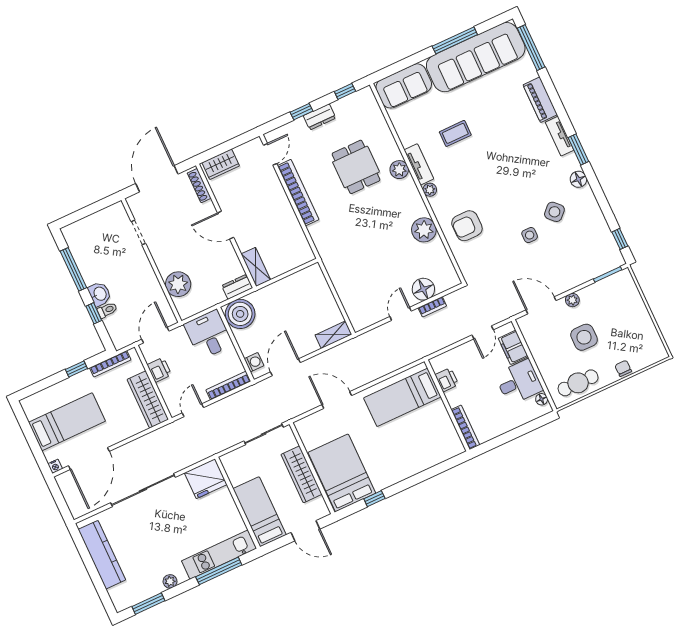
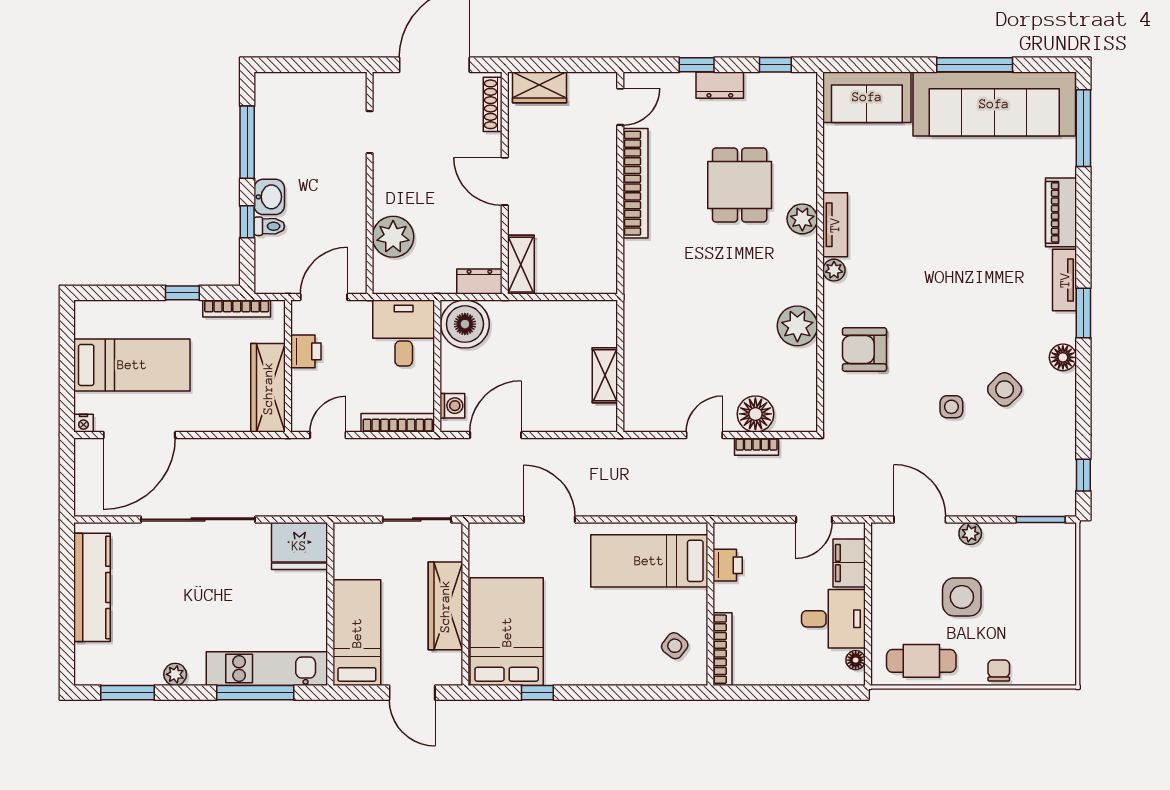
coffee table: (455, 133) -> (911, 204), removed
shelving: (333, 335) -> (605, 375), moved, turned 90
side table: (438, 438) -> (675, 646), added

